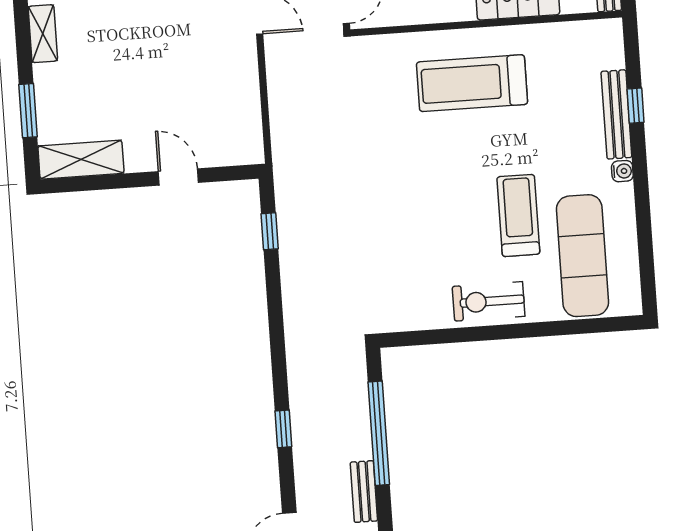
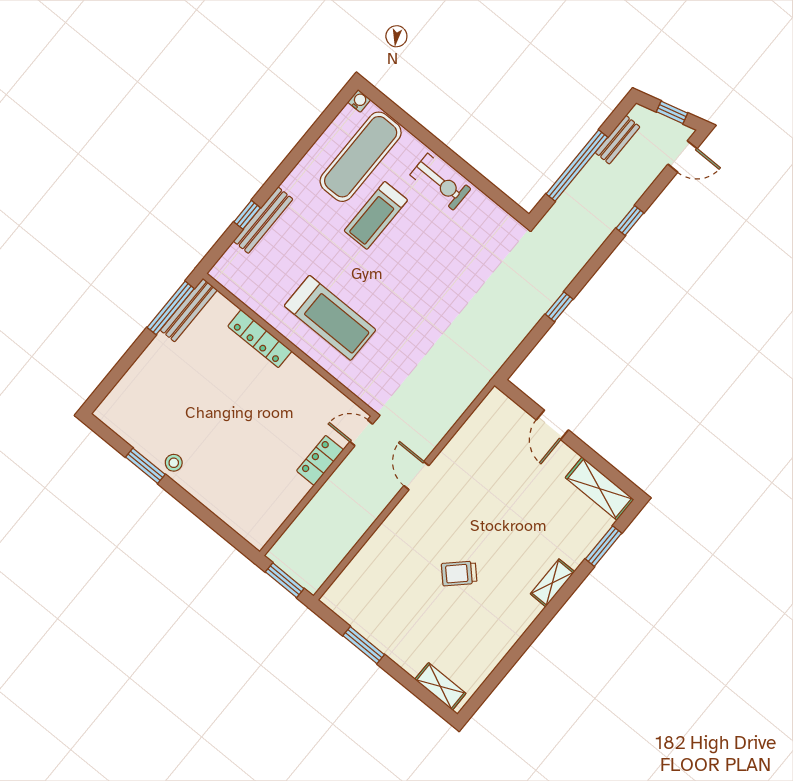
water cooler: (622, 171) -> (359, 101), moved, turned 90
window: (270, 231) -> (559, 307), moved

